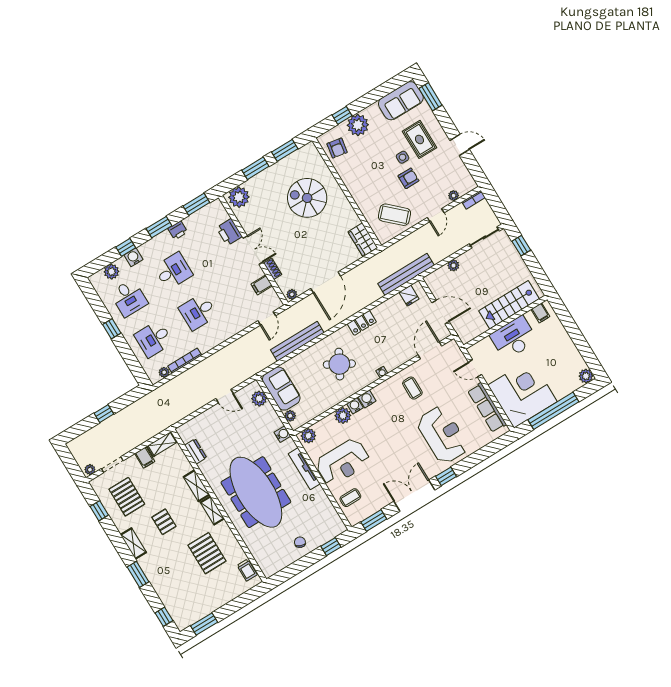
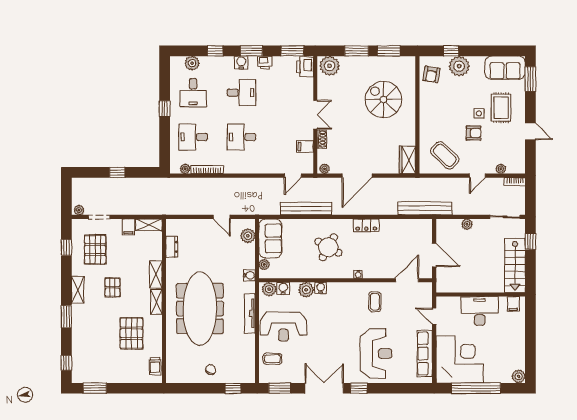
printer: (229, 232) -> (305, 67), moved
water cooler: (133, 257) -> (241, 62), moved
fridge: (409, 296) -> (417, 227), removed
stairs: (509, 305) -> (515, 266), moved, turned -90
water cooler: (367, 399) -> (283, 288), moved

